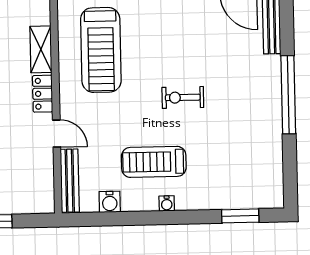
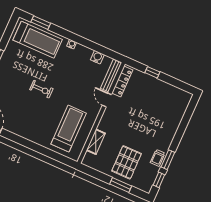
locker: (43, 94) -> (122, 81), moved, width x1.53
treadmill: (154, 162) -> (38, 40), moved, width x1.37, depth x1.37

